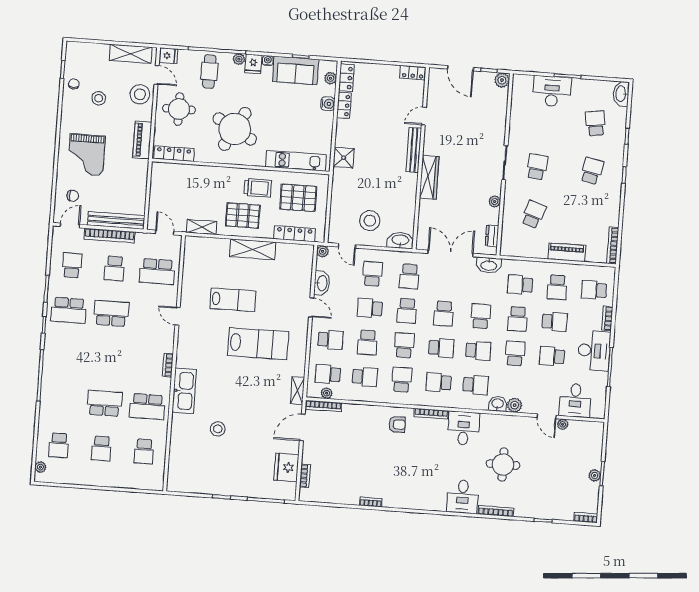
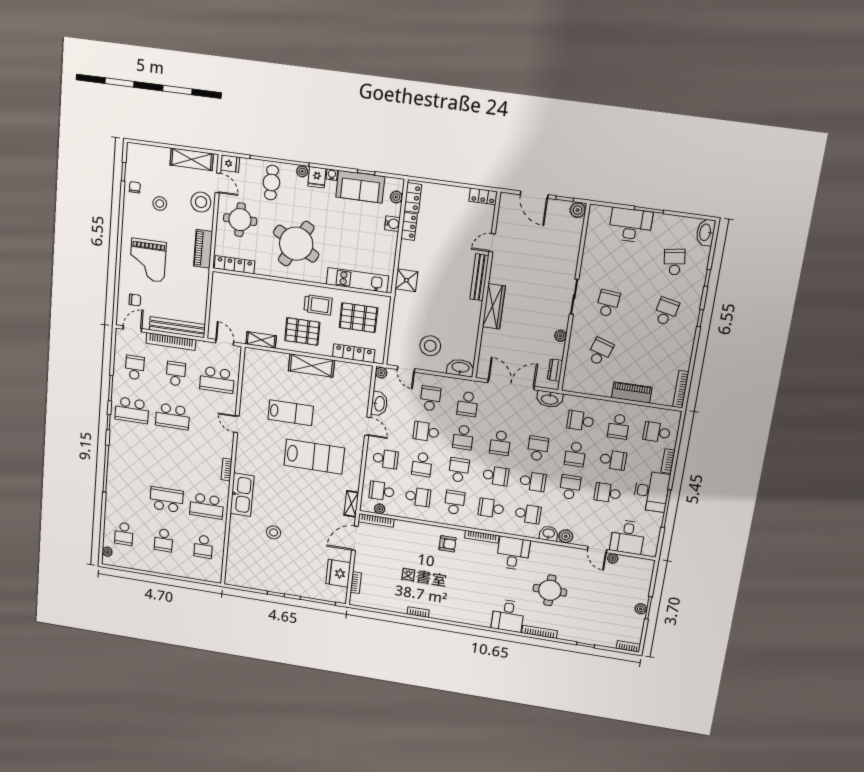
school desk: (115, 268) -> (176, 374), turned 180
school desk: (111, 313) -> (173, 416), turned 180

